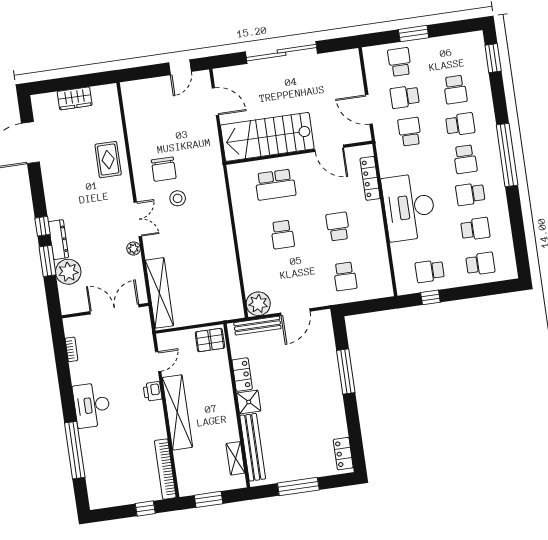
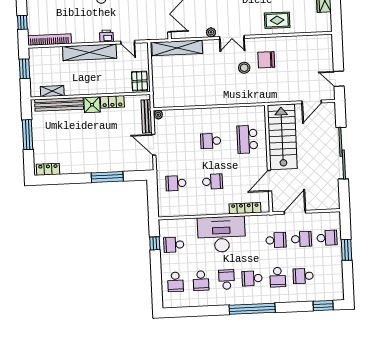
school desk: (405, 97) -> (301, 239), turned 90
school desk: (430, 271) -> (174, 245), turned -90
plant: (258, 304) -> (158, 115), width x0.53, depth x0.53

